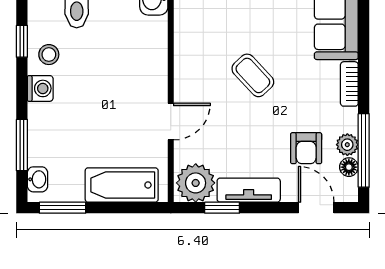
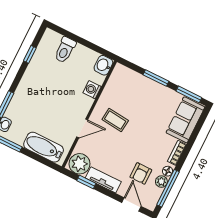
stool: (49, 55) -> (40, 67), removed
coffee table: (253, 75) -> (115, 120), moved, turned -41
washing machine: (40, 88) -> (92, 90), moved, turned 180
floor lamp: (349, 167) -> (168, 171), moved

